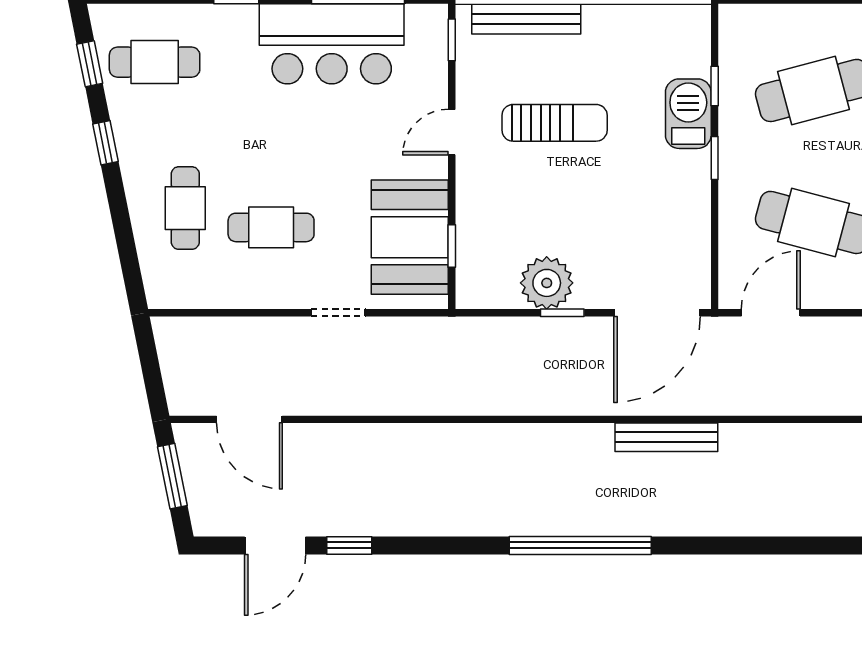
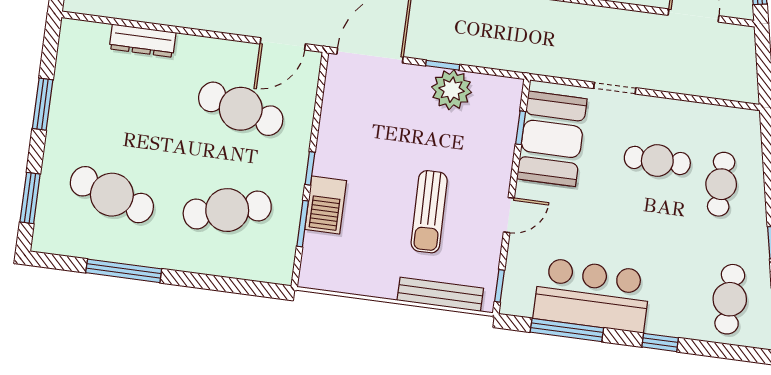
cafe table: (155, 62) -> (730, 299), turned 90
window: (715, 86) -> (303, 224), width x1.50
sun lounger: (555, 123) -> (429, 212), turned -91

